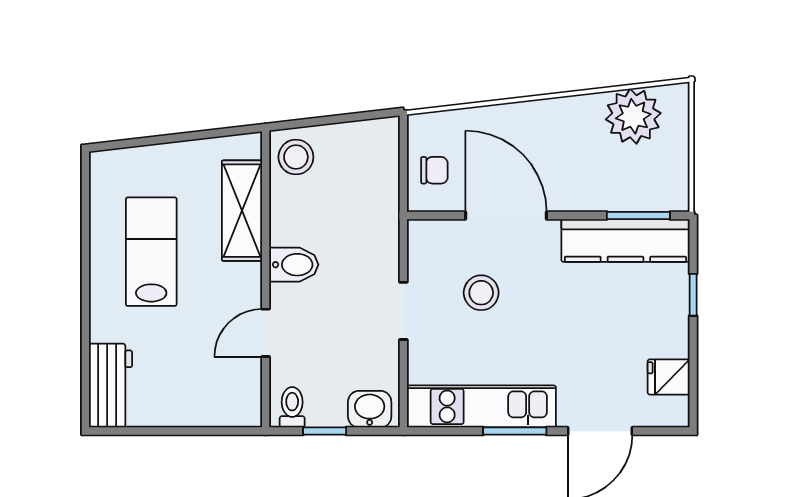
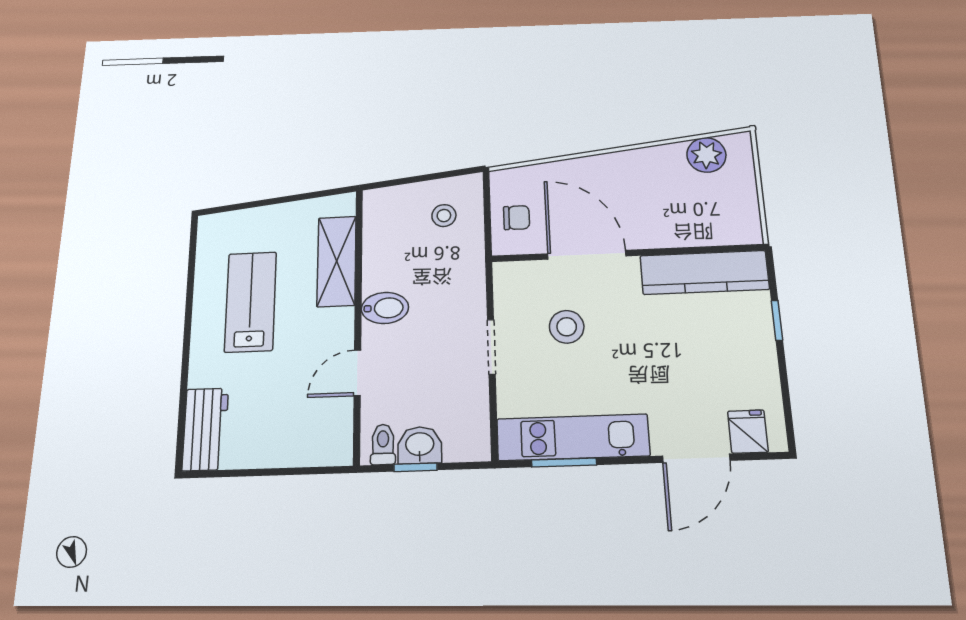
plant: (633, 116) -> (706, 155), width x0.73, depth x0.73
stool: (296, 157) -> (444, 216), moved, width x0.73, depth x0.73
window: (638, 215) -> (715, 249), removed
fridge: (669, 377) -> (748, 432), moved, turned 90
washbasin: (370, 409) -> (420, 445), moved
window: (515, 431) -> (564, 463), moved

